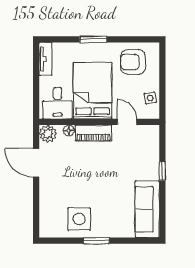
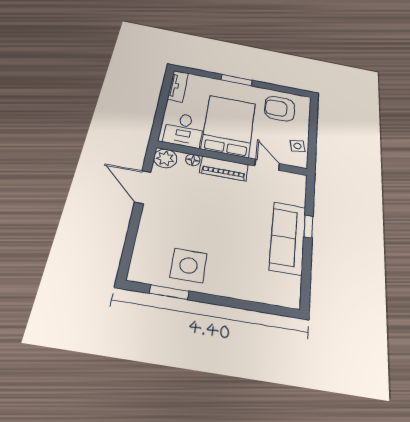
sofa: (147, 209) -> (288, 238), moved
window: (96, 241) -> (169, 292), moved

